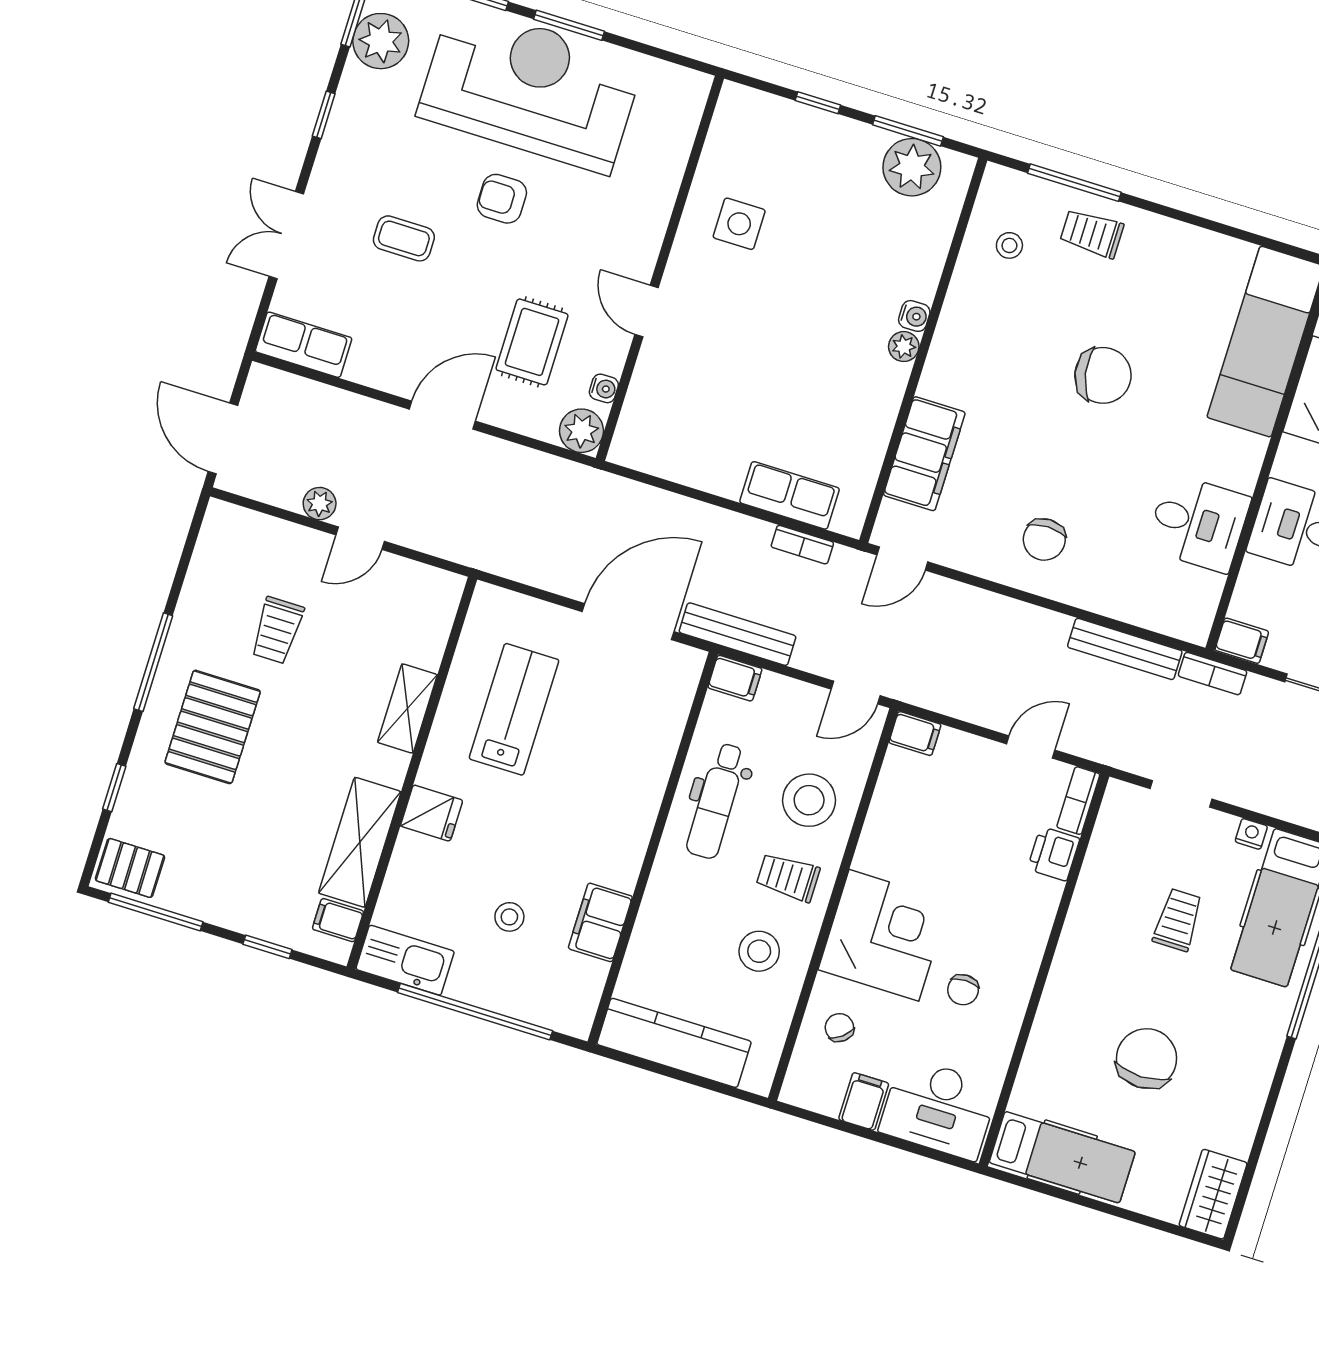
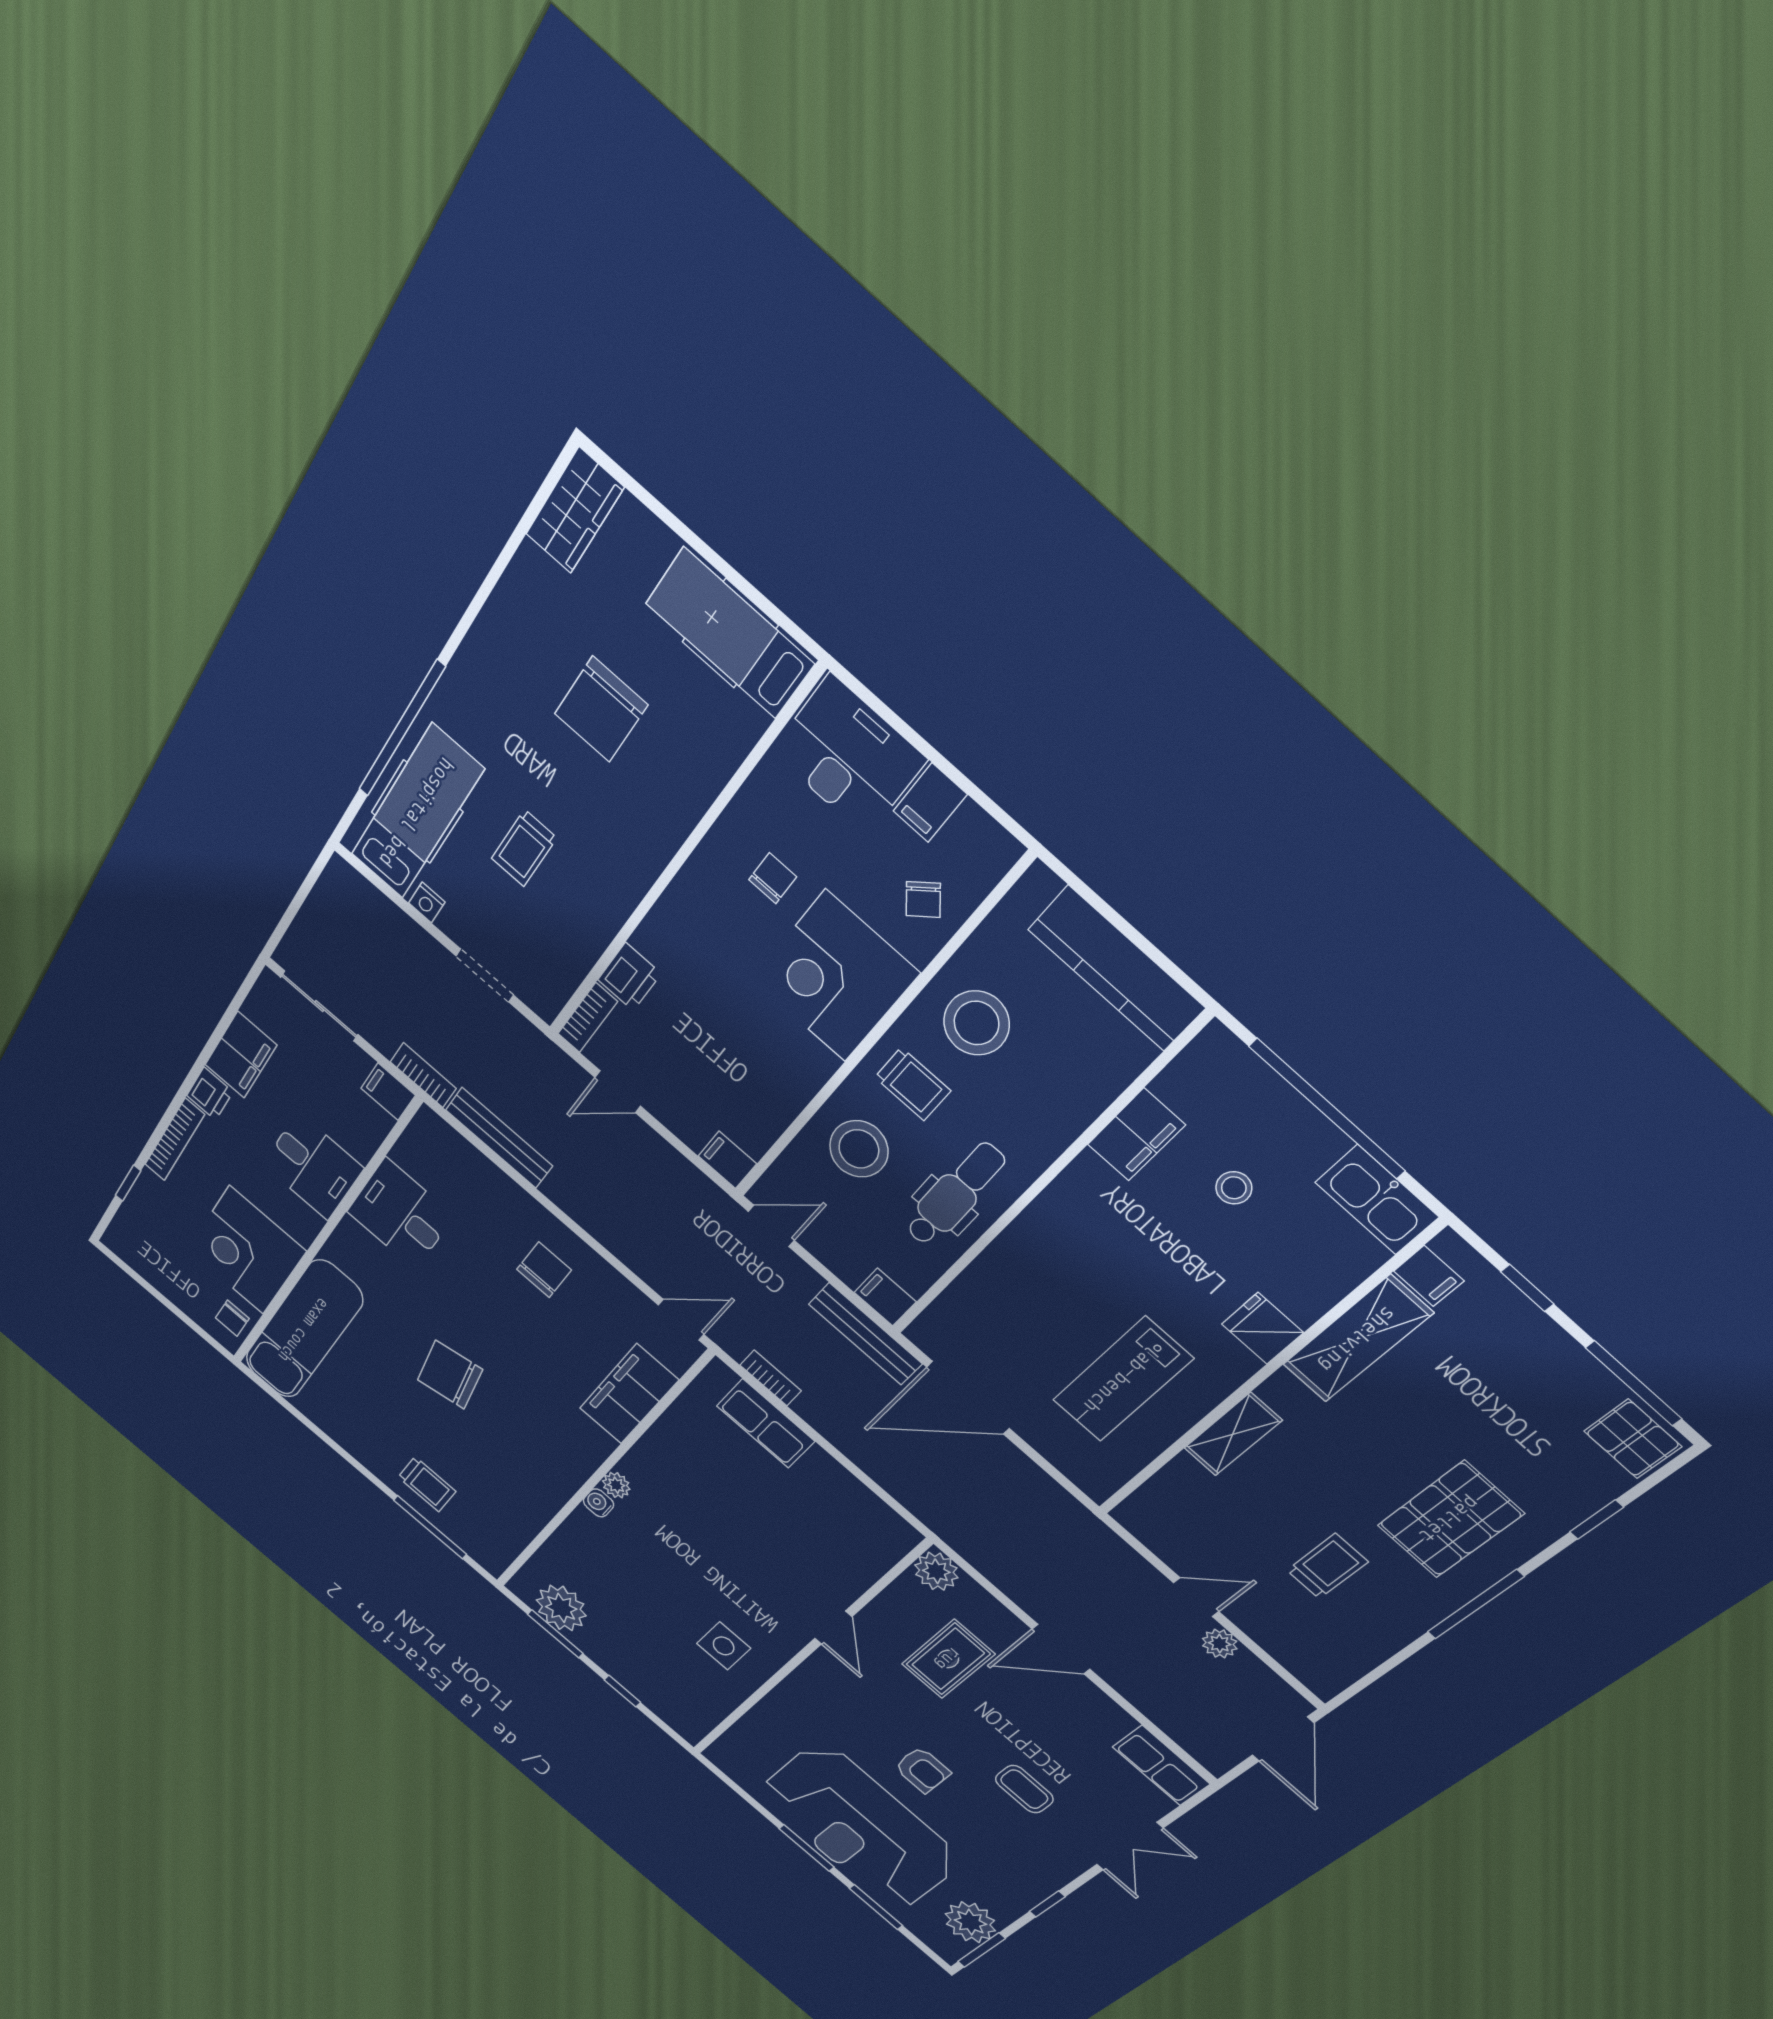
stool: (1009, 245) -> (499, 1511), removed
water cooler: (604, 388) -> (900, 1592), removed
stool: (759, 951) -> (976, 1023), width x1.38, depth x1.38

